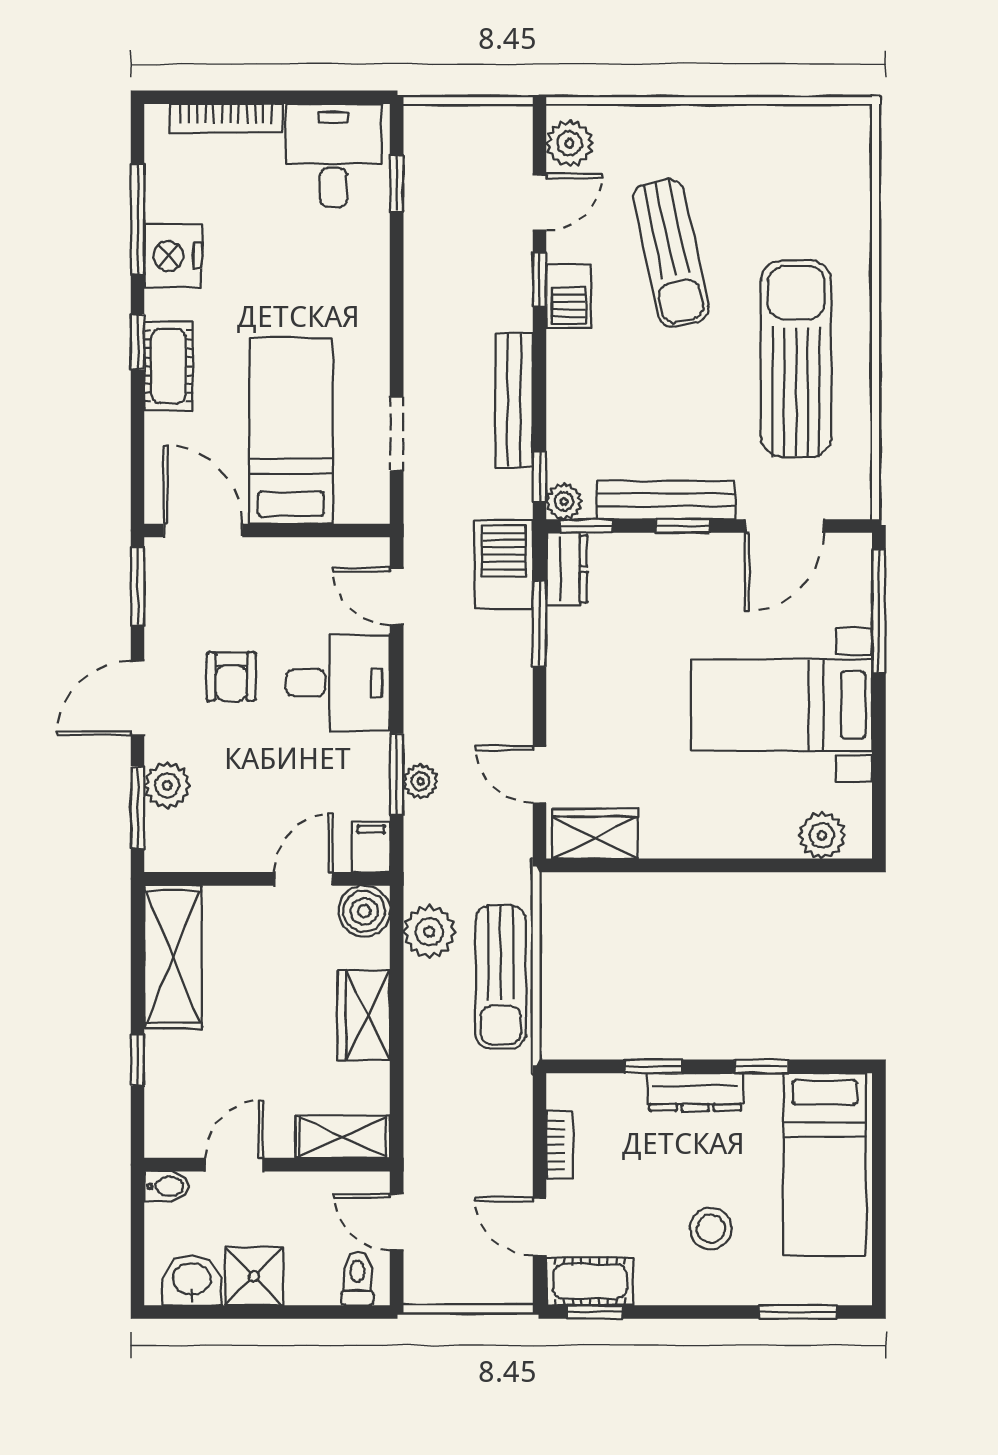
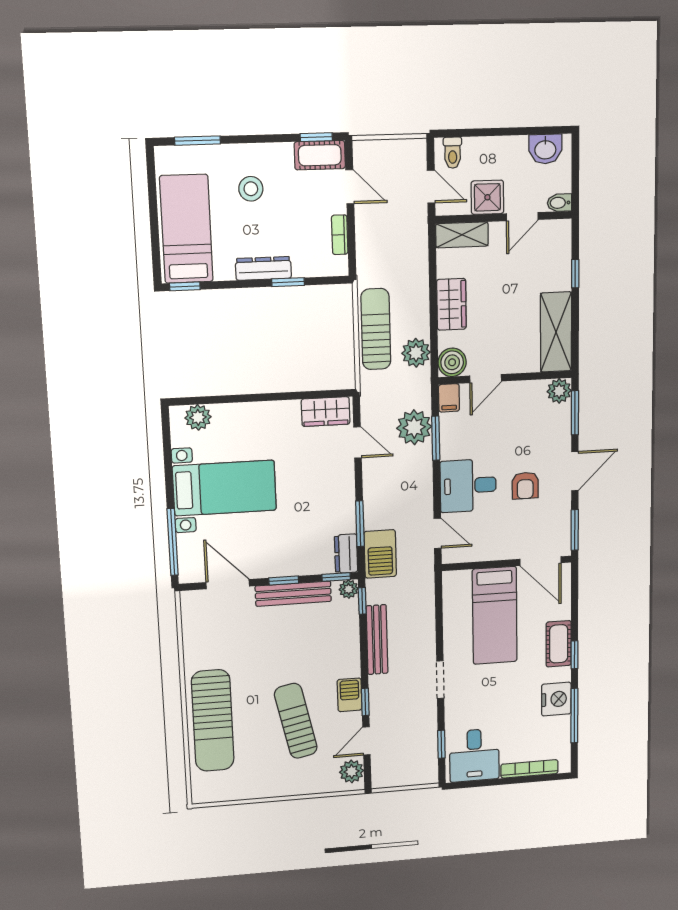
sun lounger: (796, 359) -> (213, 721), moved
doorway: (397, 434) -> (440, 680), moved
door: (784, 526) -> (228, 584), hinge flipped
armchair: (231, 677) -> (525, 486), turned 180
plant: (421, 781) -> (414, 427), width x1.88, depth x1.88
plant: (167, 786) -> (559, 391), moved
window: (761, 1066) -> (185, 286), moved
shower: (254, 1276) -> (487, 197), moved

